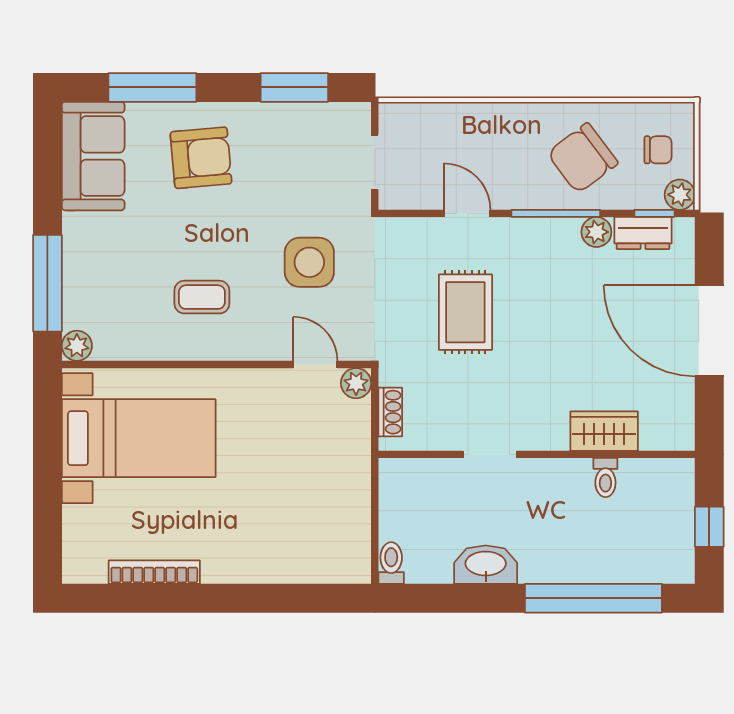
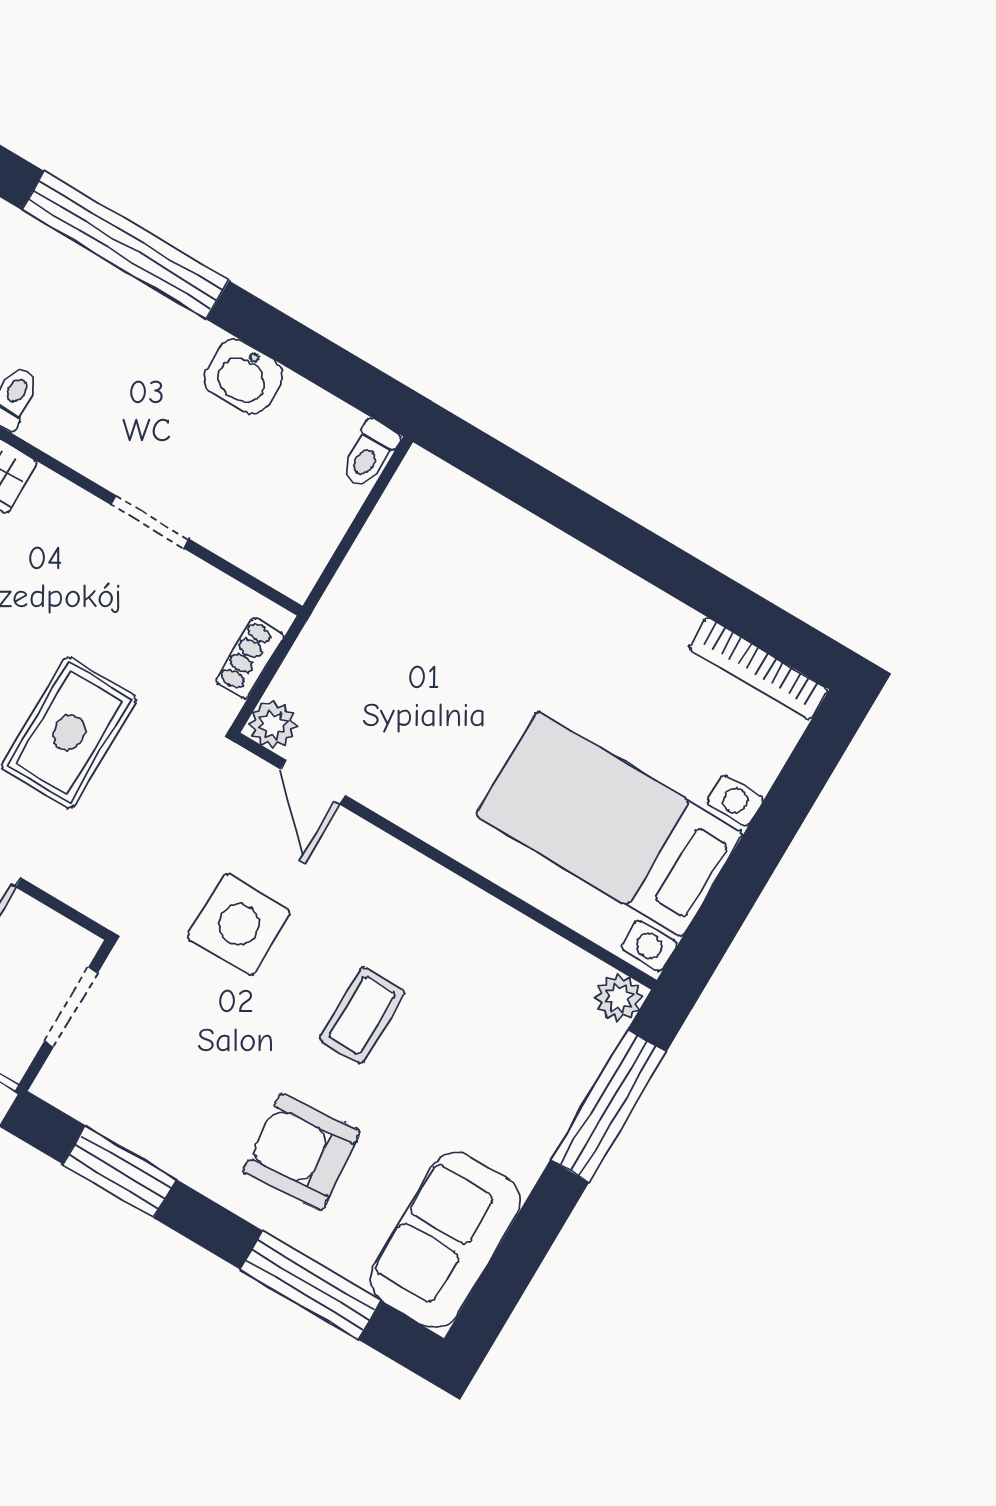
coffee table: (202, 297) -> (362, 1015), moved, turned 90
washbasin: (486, 565) -> (243, 377), width x0.72
bookcase: (154, 572) -> (758, 668), moved

